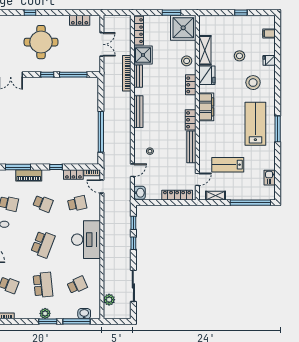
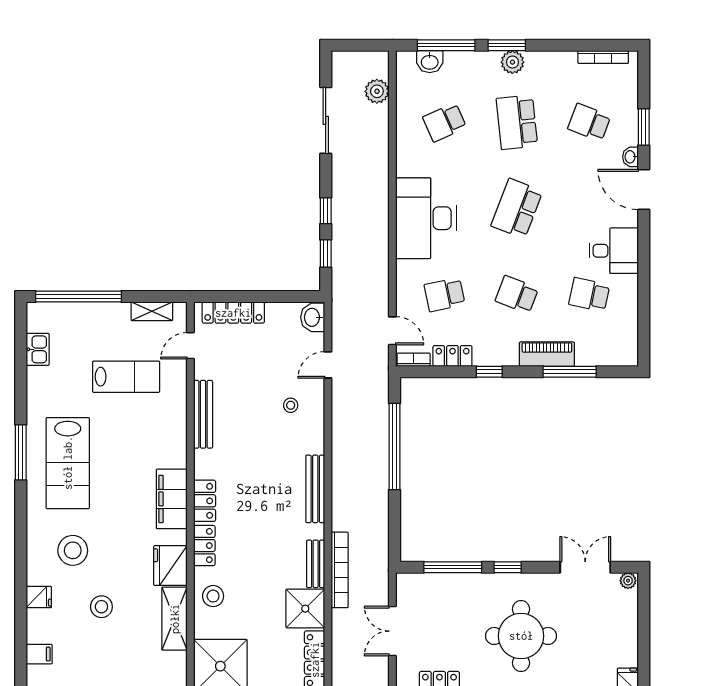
locker: (191, 120) -> (205, 501), moved

